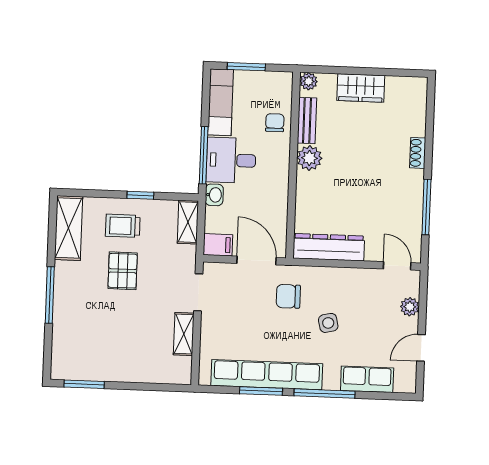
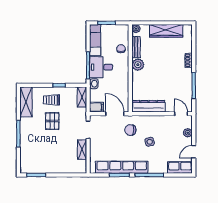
wardrobe: (361, 88) -> (166, 31), width x1.50
row of seats: (367, 379) -> (180, 168), moved

